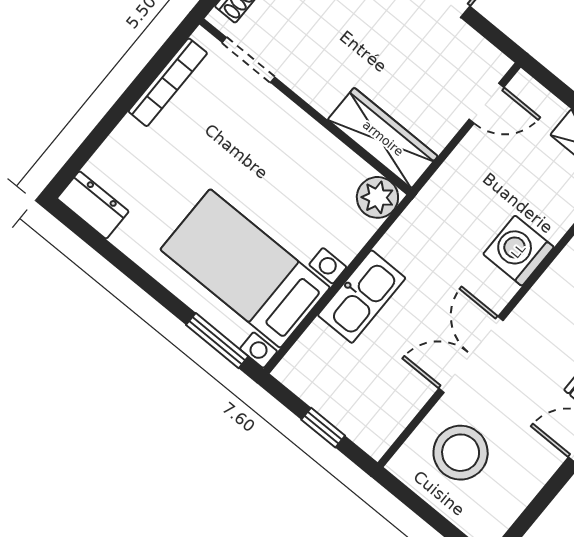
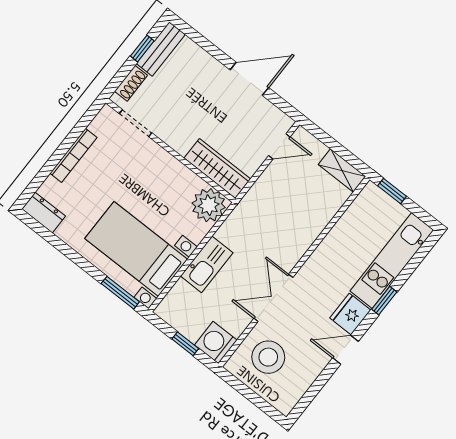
bookcase: (168, 82) -> (73, 155), moved
plant: (377, 197) -> (209, 205), width x1.36, depth x1.36
washing machine: (518, 251) -> (216, 342), moved

